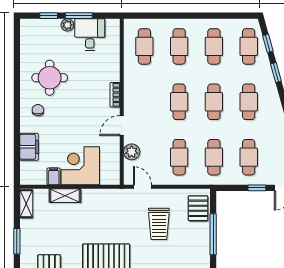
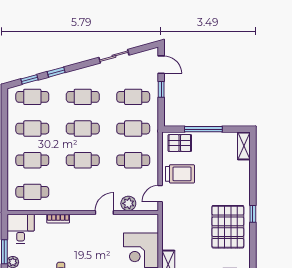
desk: (90, 35) -> (21, 229), moved, turned 90
bookcase: (115, 95) -> (58, 219), moved
door: (122, 125) -> (104, 212), swing flipped
trolley: (159, 224) -> (180, 174), moved

